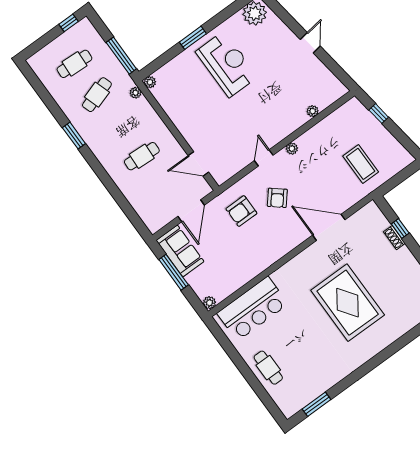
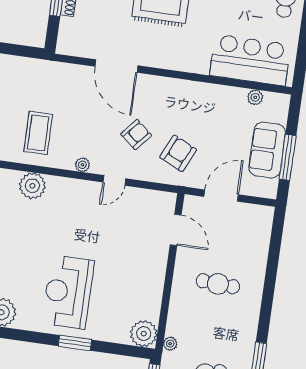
plant: (150, 82) -> (144, 334), width x1.88, depth x1.88
plant: (313, 111) -> (32, 186), width x1.87, depth x1.87
coffee table: (361, 164) -> (38, 133), moved
armchair: (241, 211) -> (178, 153), turned -65
sofa: (180, 251) -> (267, 150), moved
plant: (209, 303) -> (255, 97), moved

